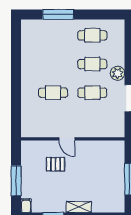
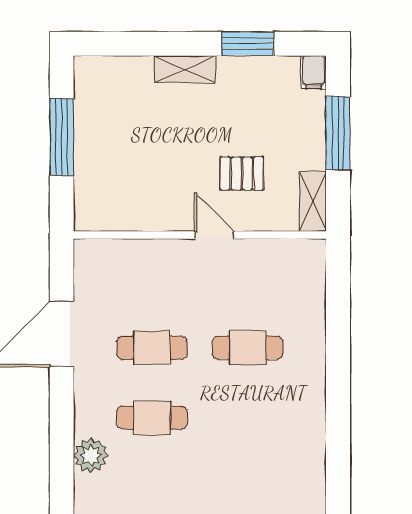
cafe table: (92, 35) -> (152, 488), removed
plant: (117, 73) -> (91, 455), moved
shelving: (26, 153) -> (313, 201), added

